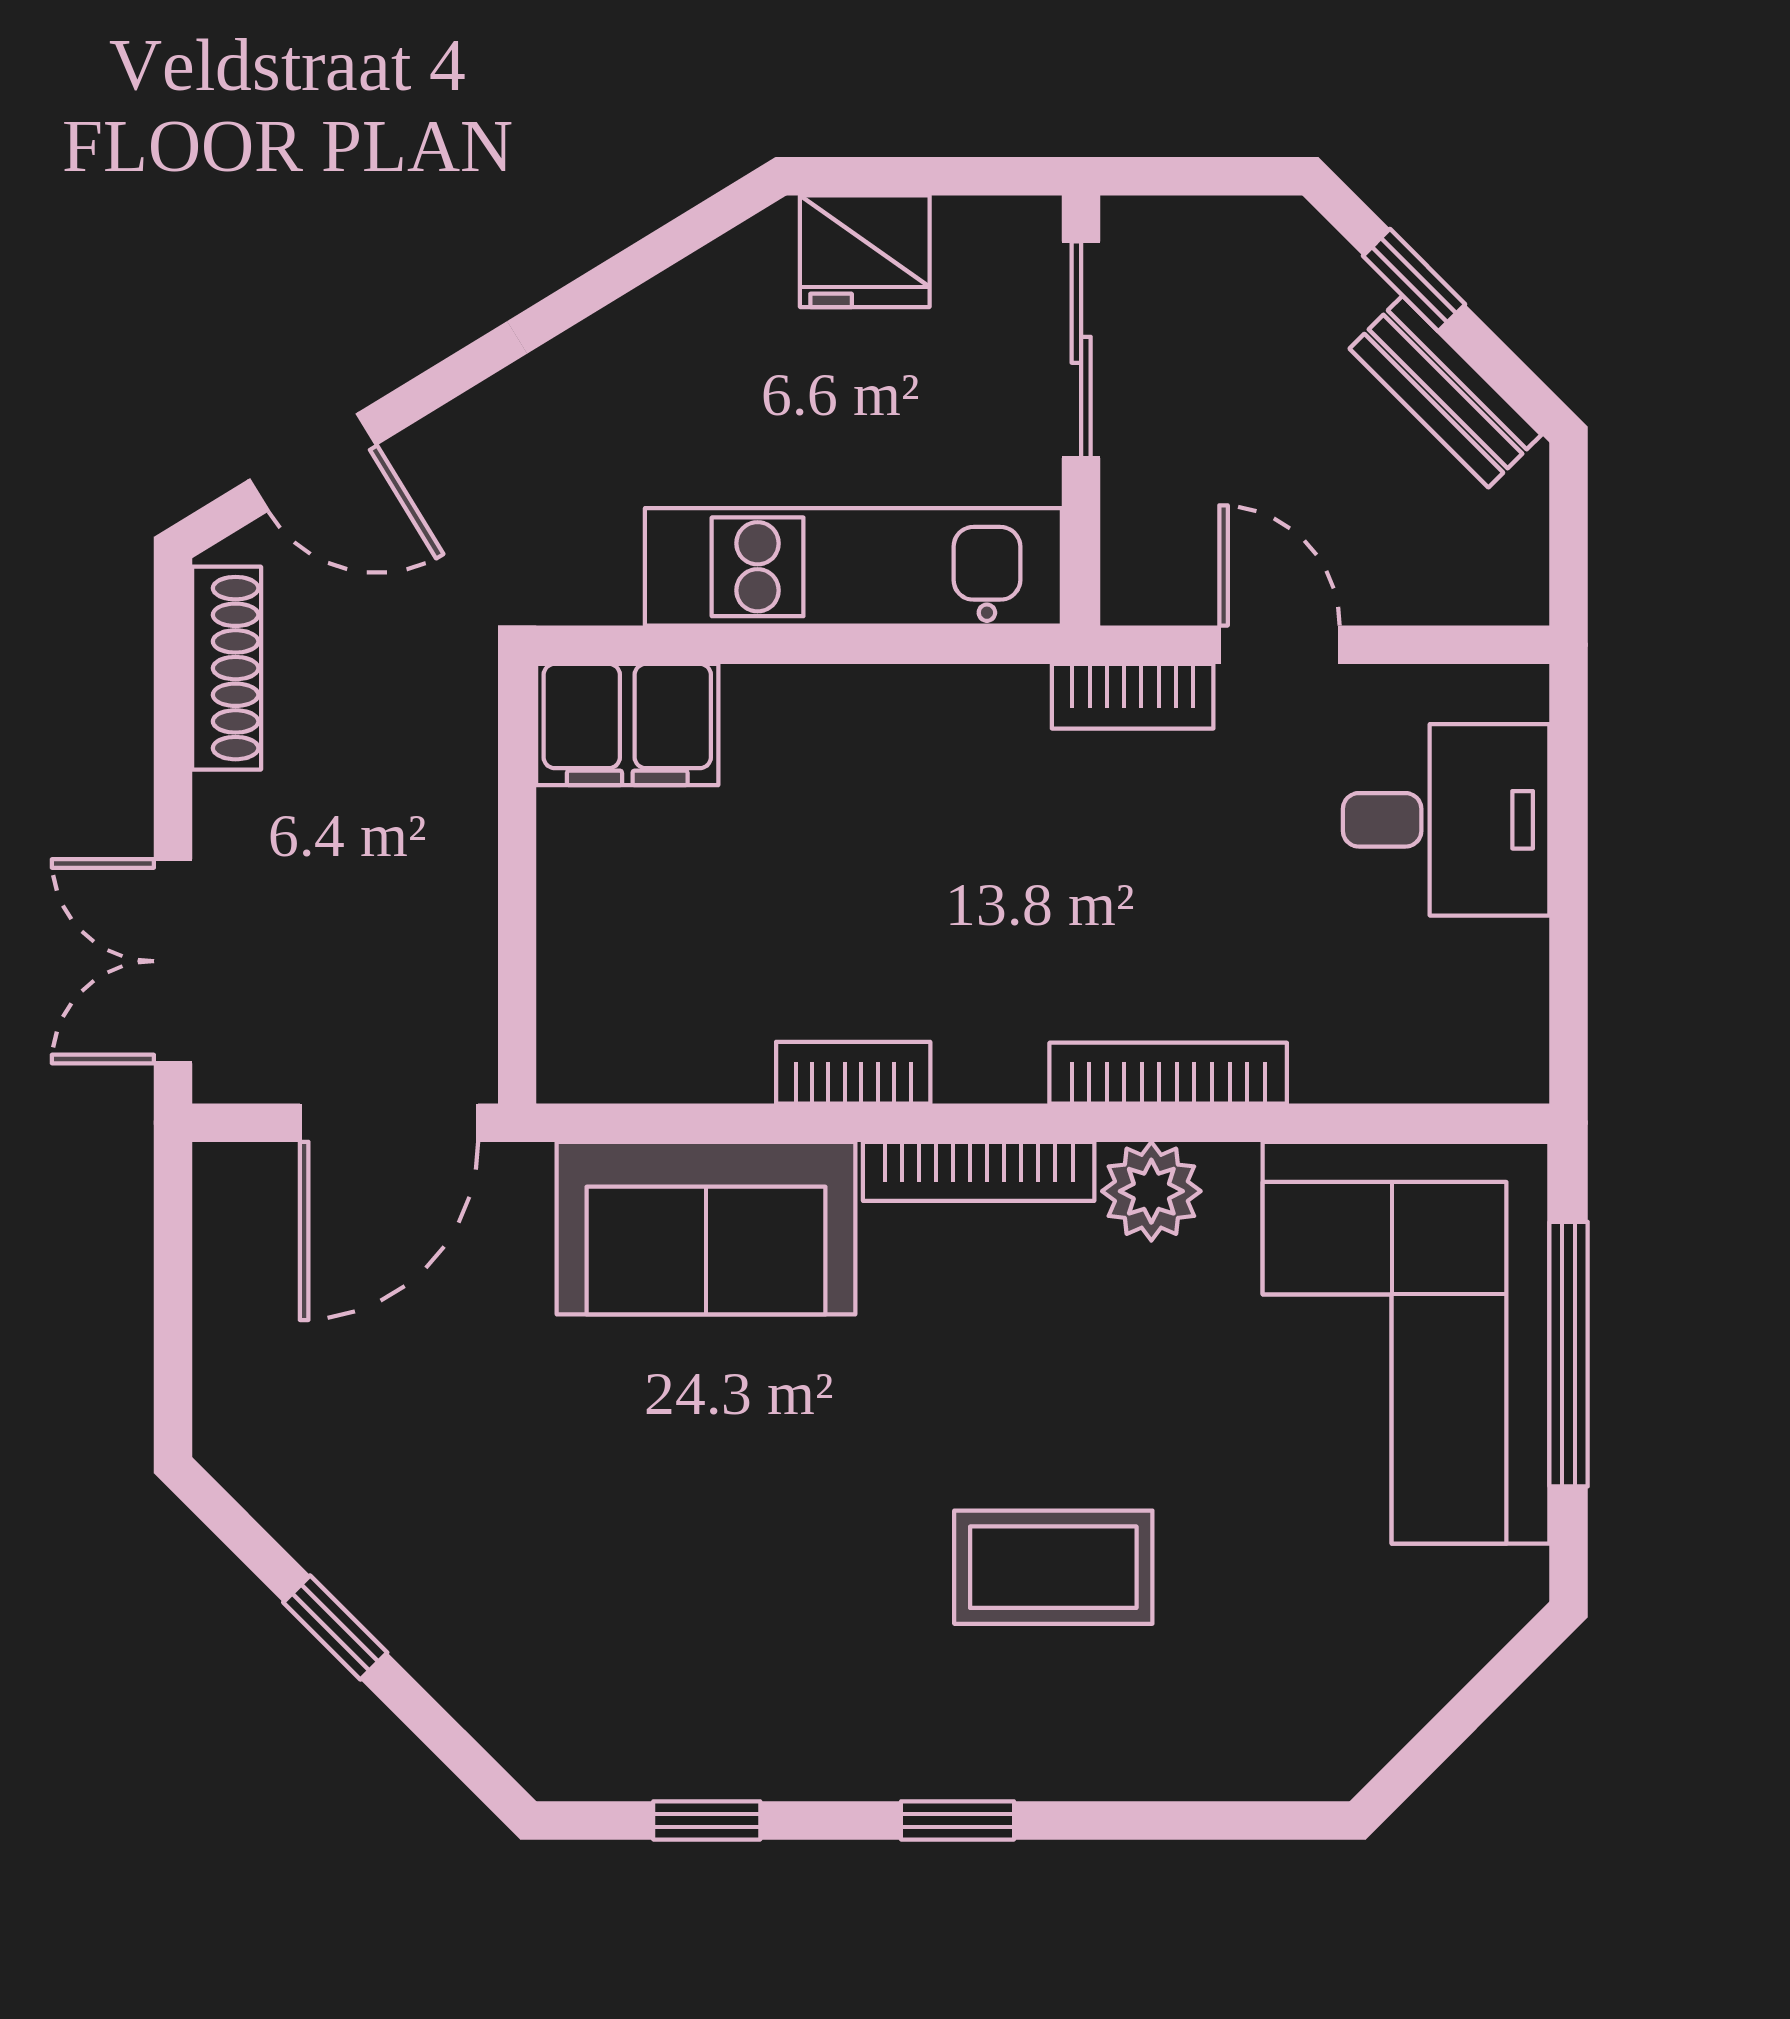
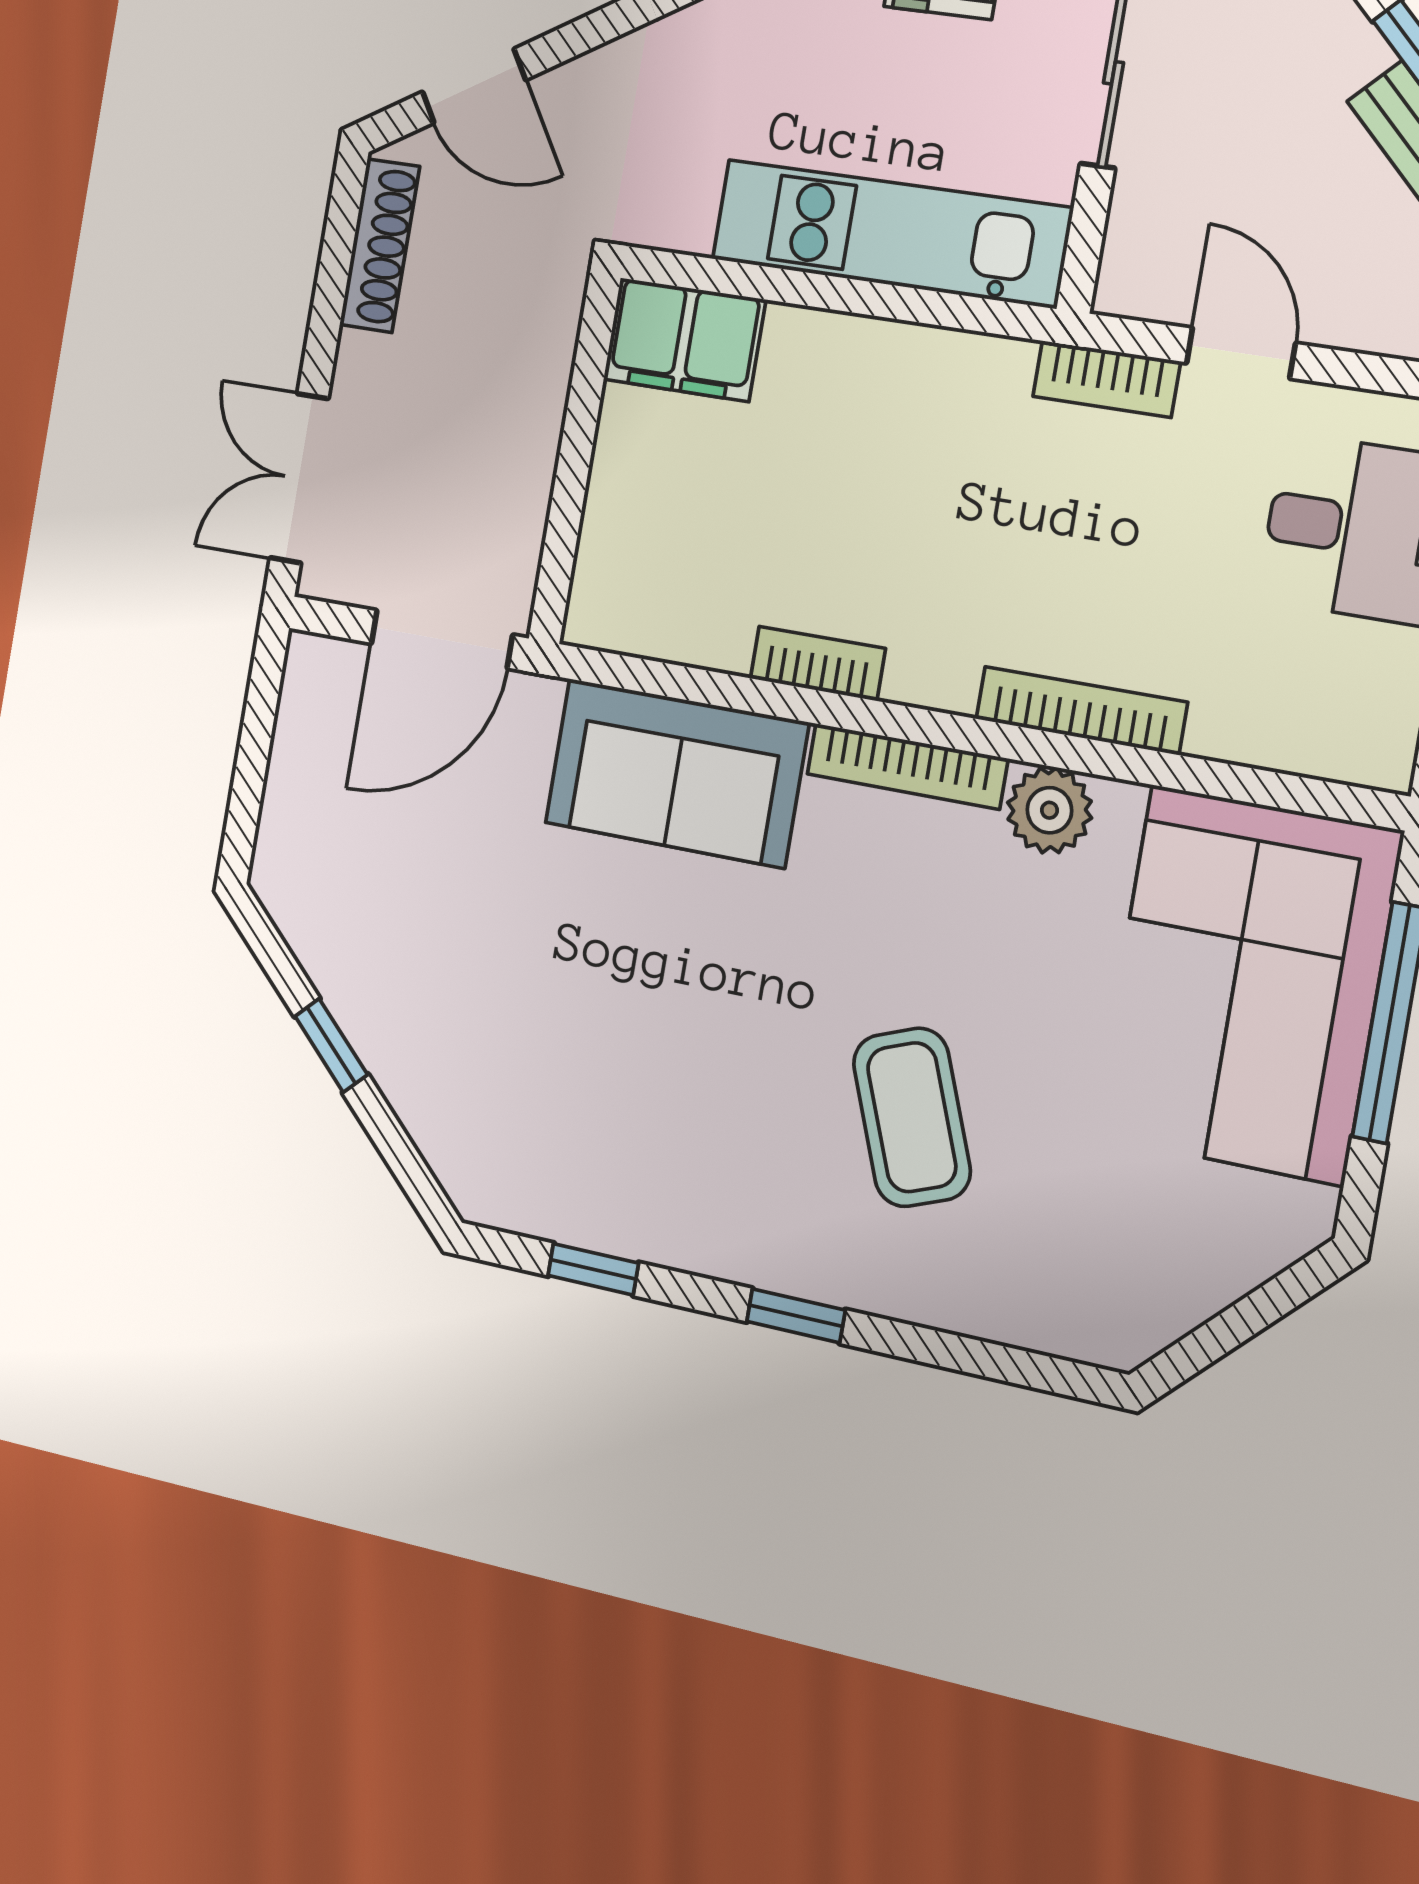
coffee table: (1053, 1567) -> (912, 1117), turned 69

